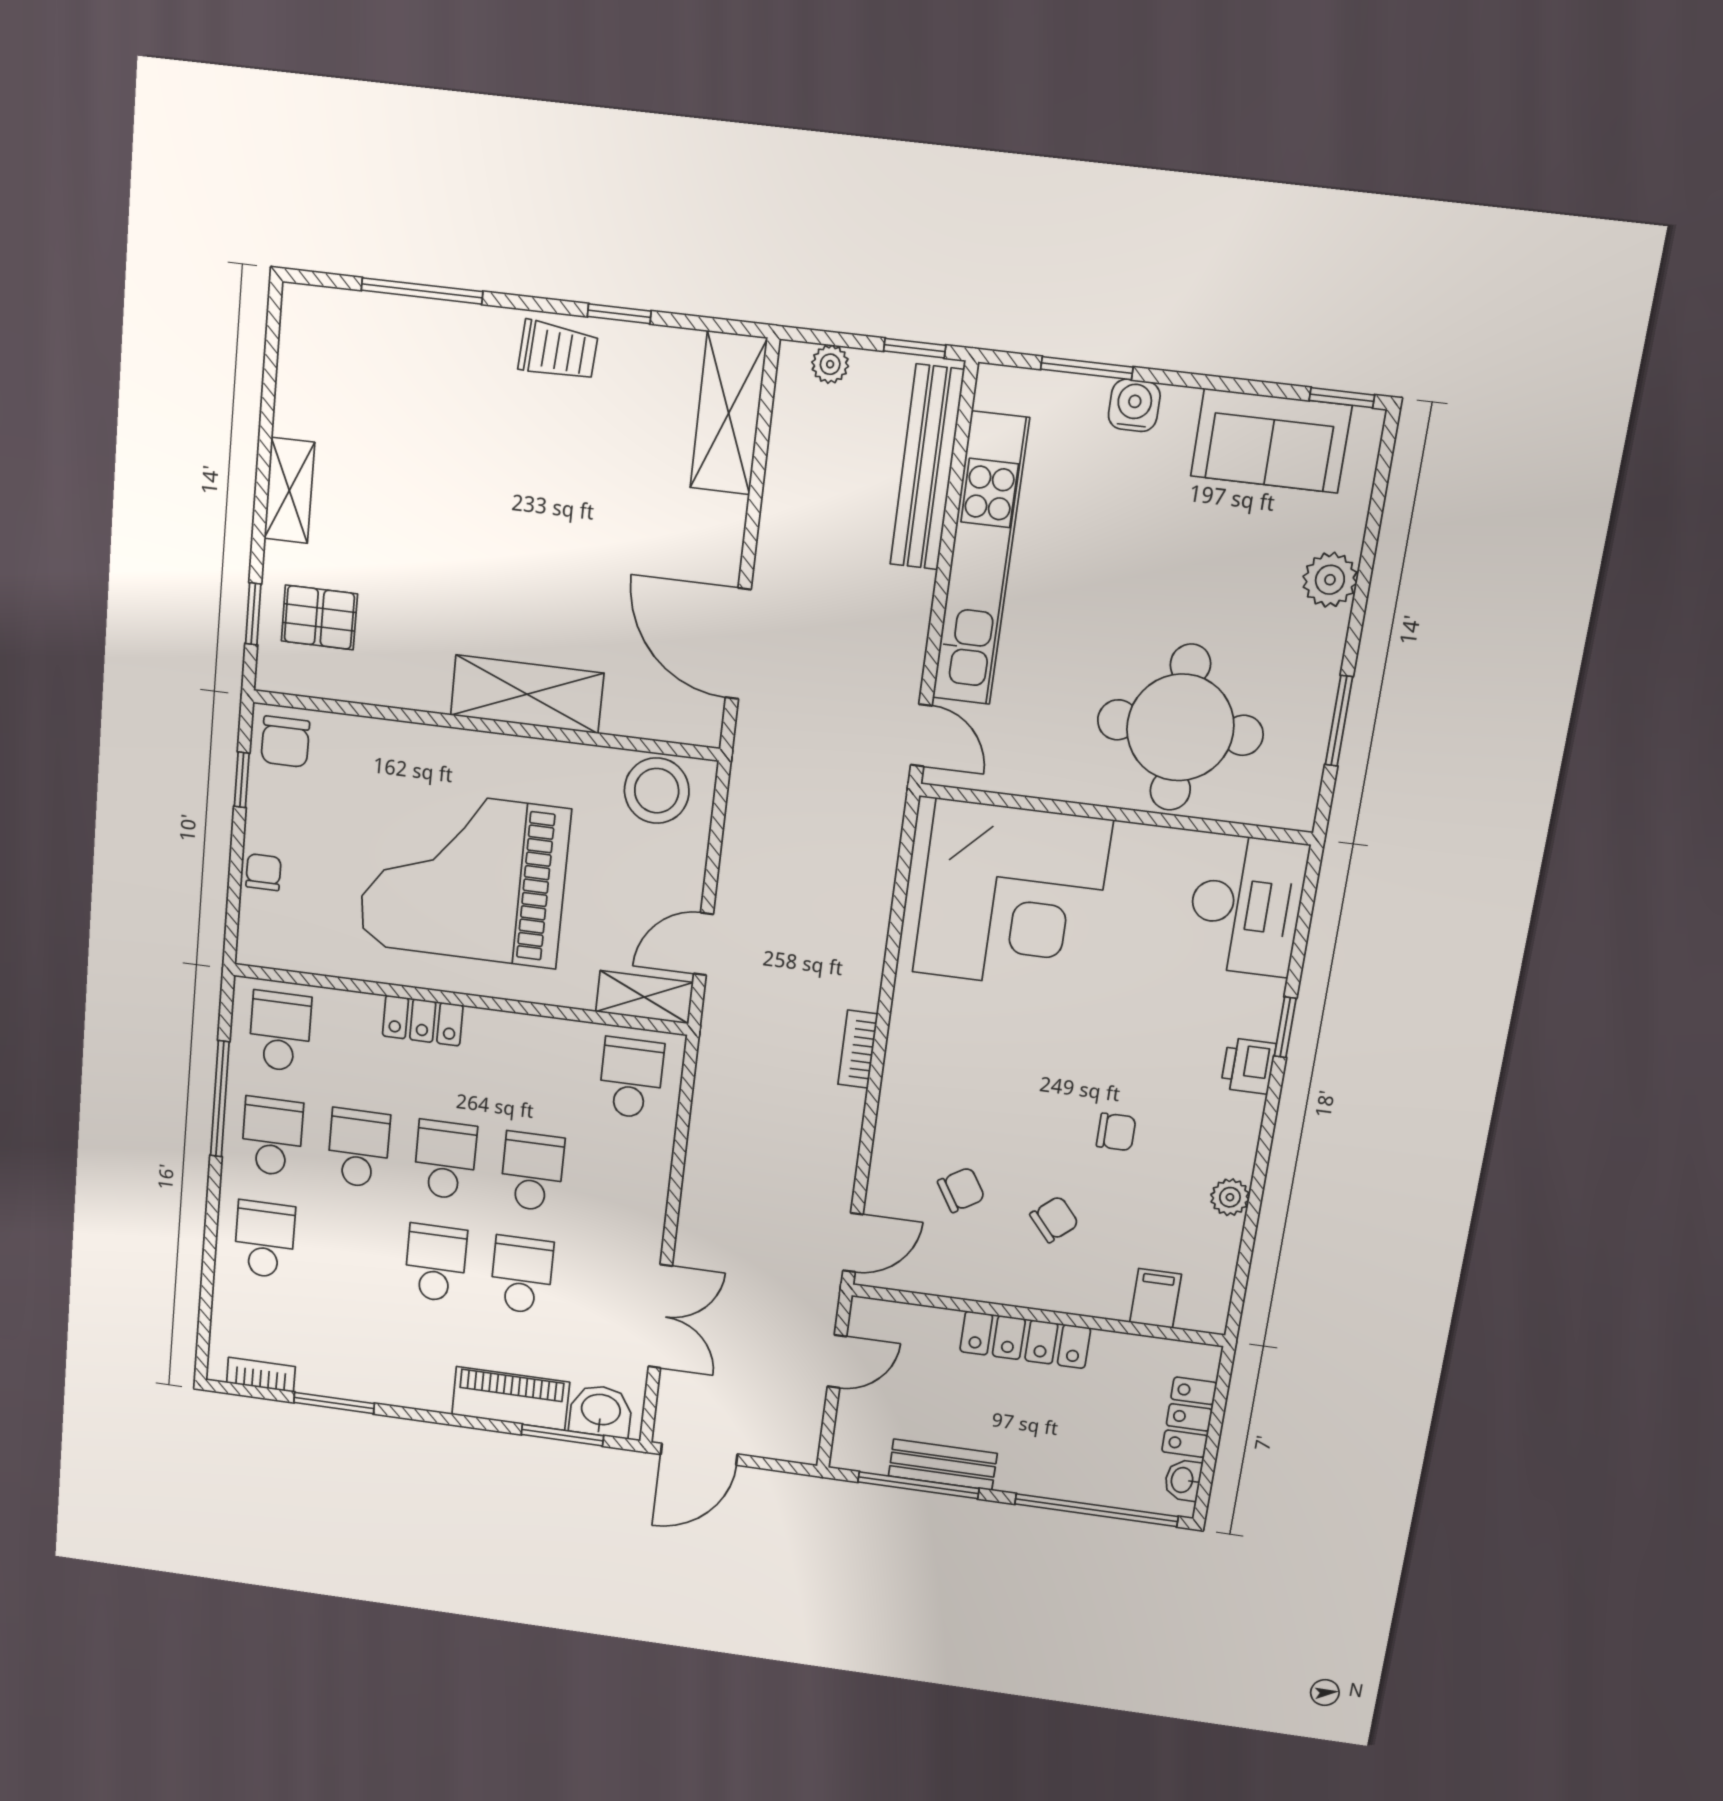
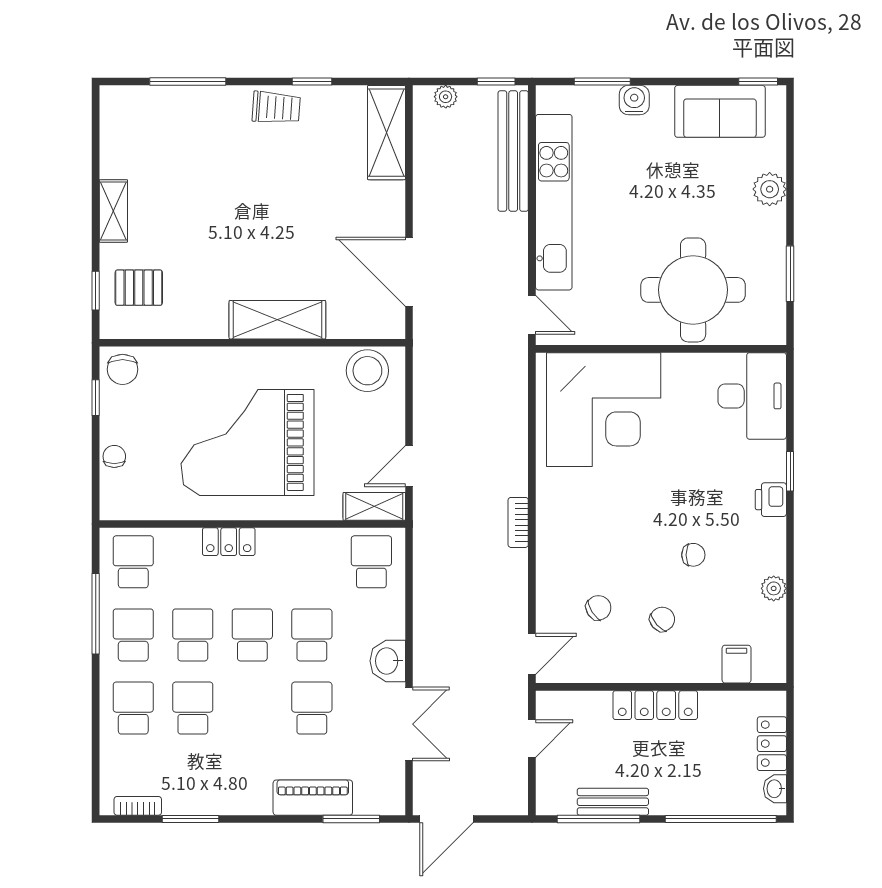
school desk: (436, 1263) -> (193, 708), moved
washbasin: (601, 1411) -> (388, 661), moved, turned -90

